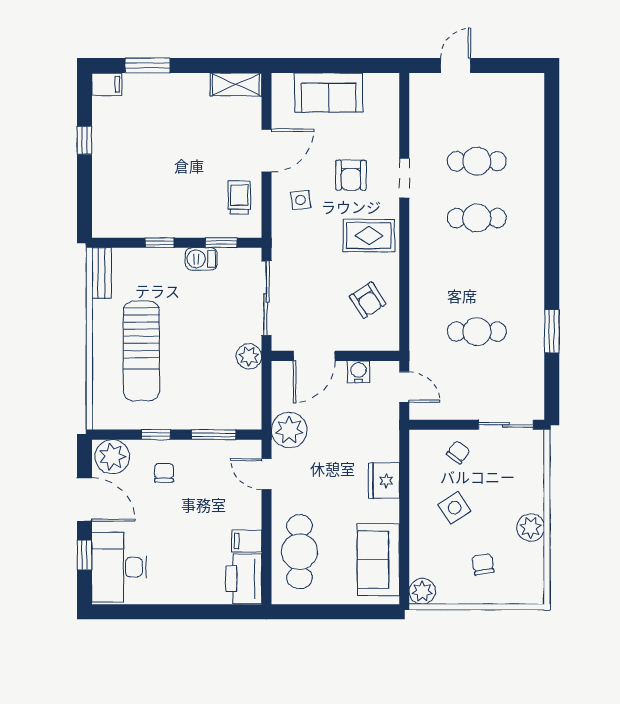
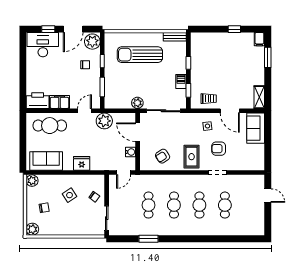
sofa: (329, 93) -> (256, 128), moved
cafe table: (477, 275) -> (174, 205), added
plant: (531, 528) -> (32, 229), moved
filing cabinet: (247, 541) -> (59, 102), width x2.00

